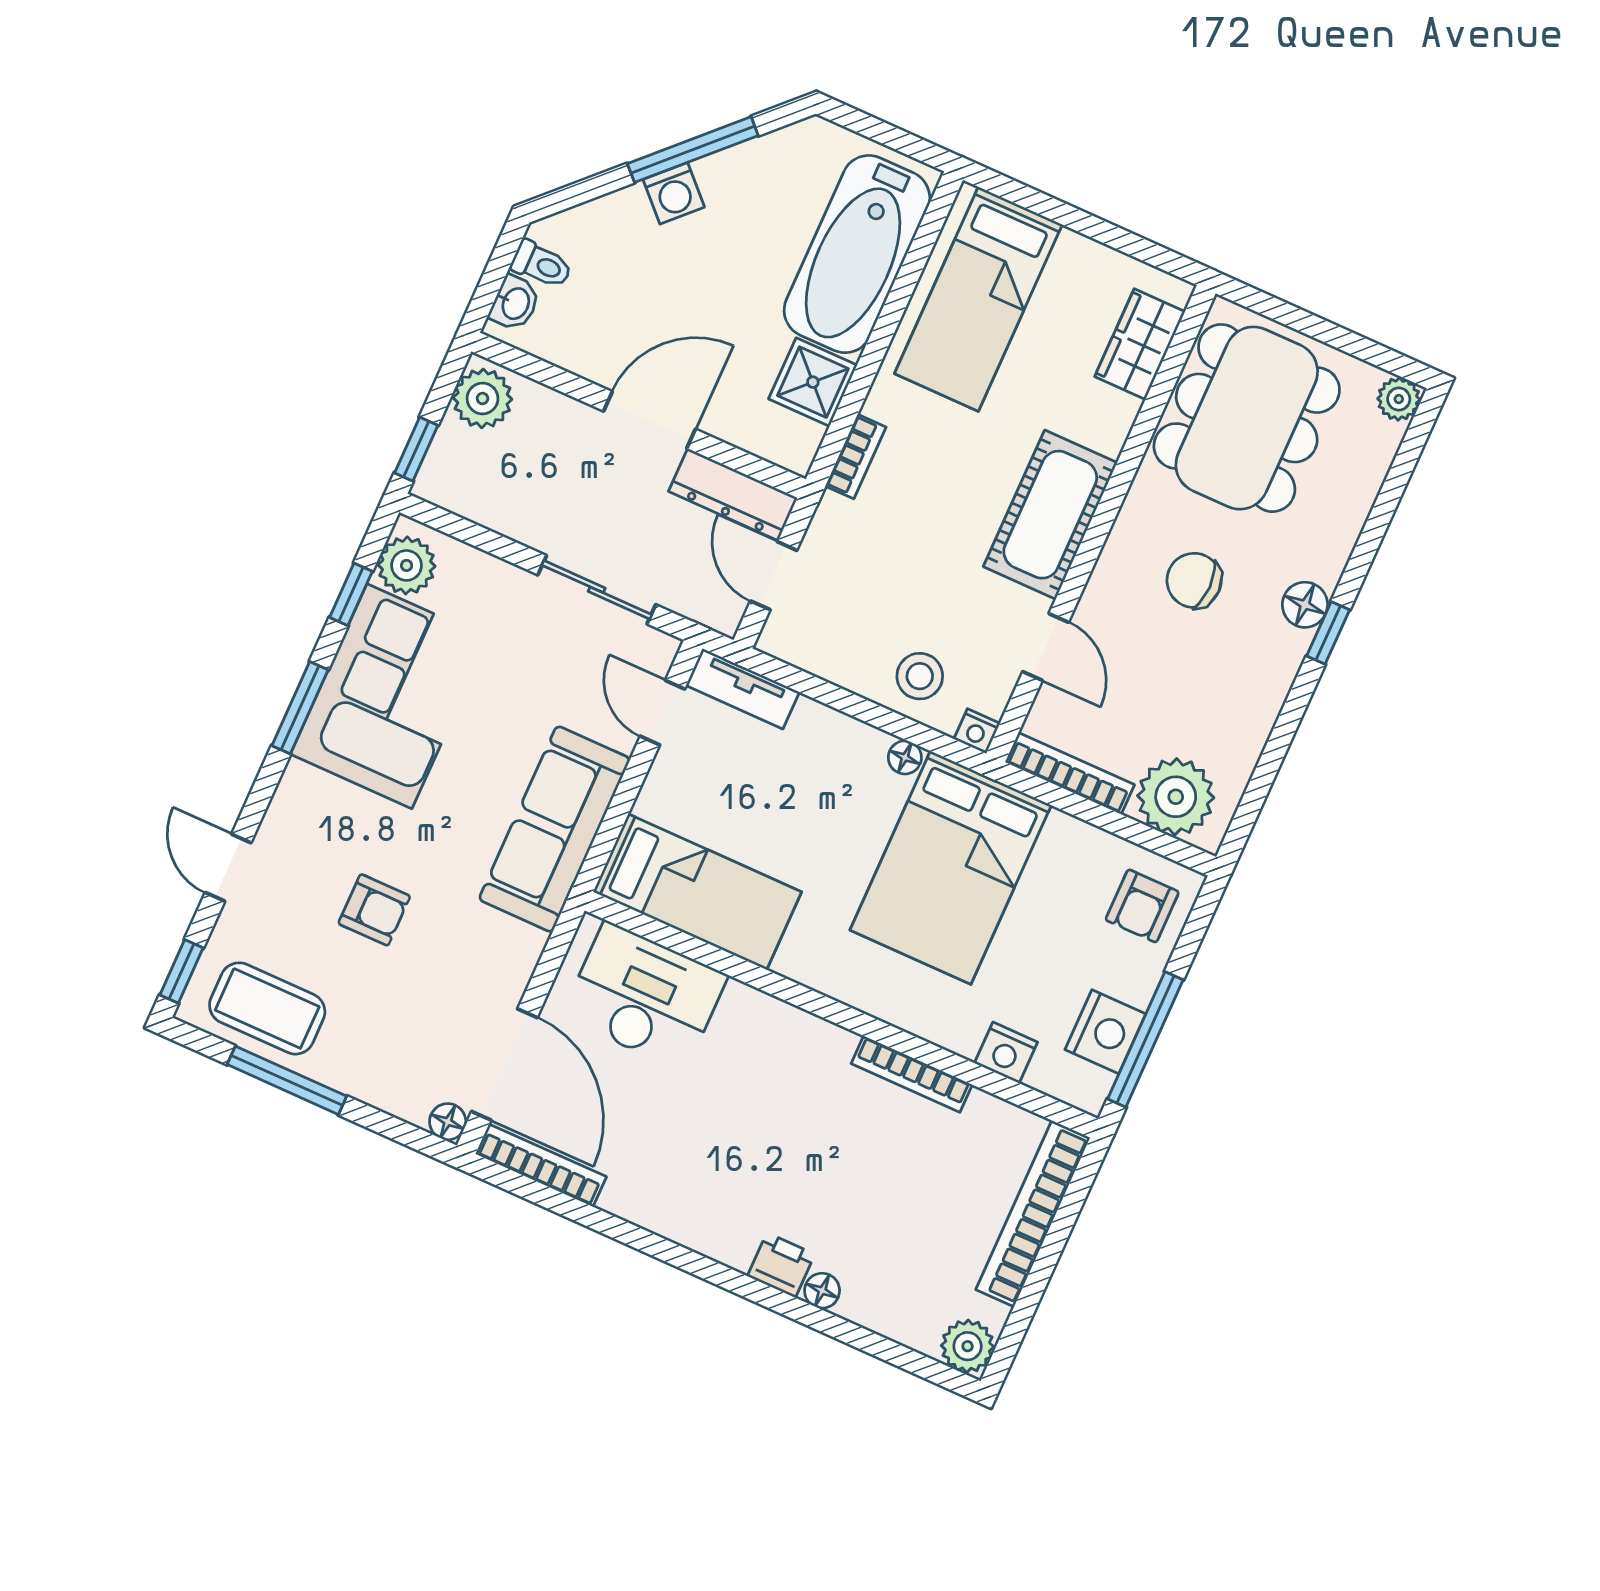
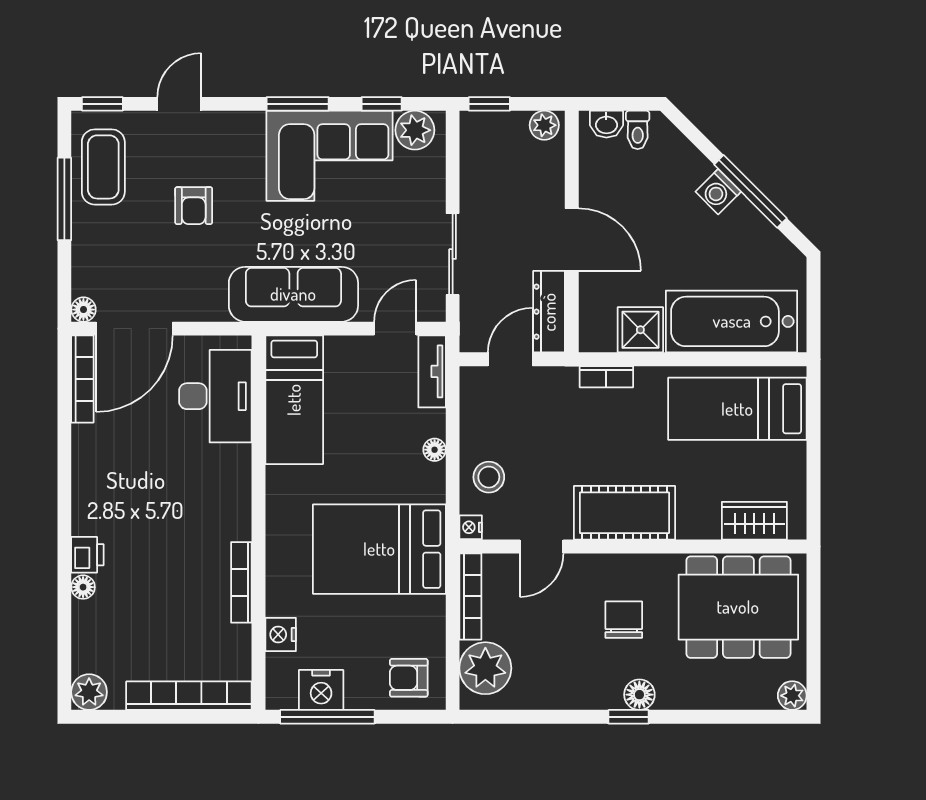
plant: (483, 398) -> (544, 125), width x0.73, depth x0.73
floor lamp: (905, 757) -> (435, 450), moved

